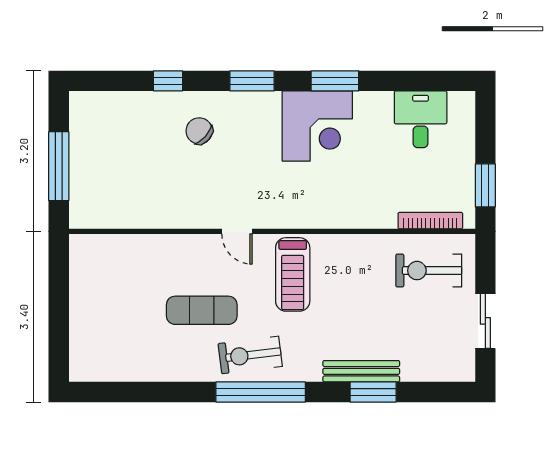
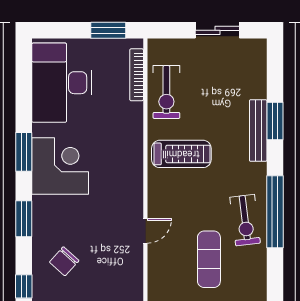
desk: (421, 119) -> (62, 83), width x1.87, depth x1.30
exercise bike: (429, 271) -> (166, 92), moved
treadmill: (293, 274) -> (181, 154), moved

